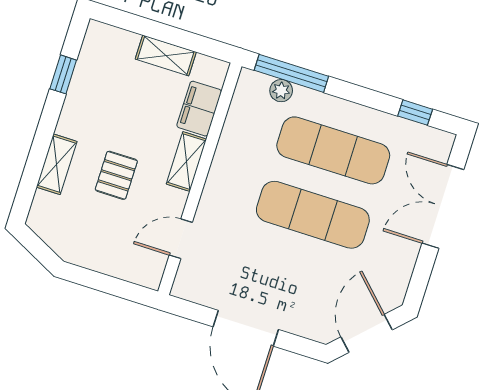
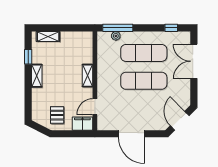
shelving: (166, 56) -> (48, 36), moved
filing cabinet: (199, 109) -> (82, 124), moved, turned 90
shelving: (57, 164) -> (37, 76), moved
pallet: (116, 175) -> (57, 115), moved

